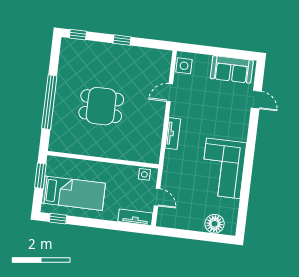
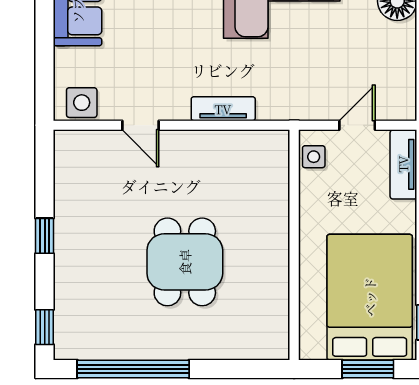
window: (49, 102) -> (133, 369), moved
window: (40, 176) -> (368, 369), moved
bed: (73, 193) -> (370, 297), width x1.50

